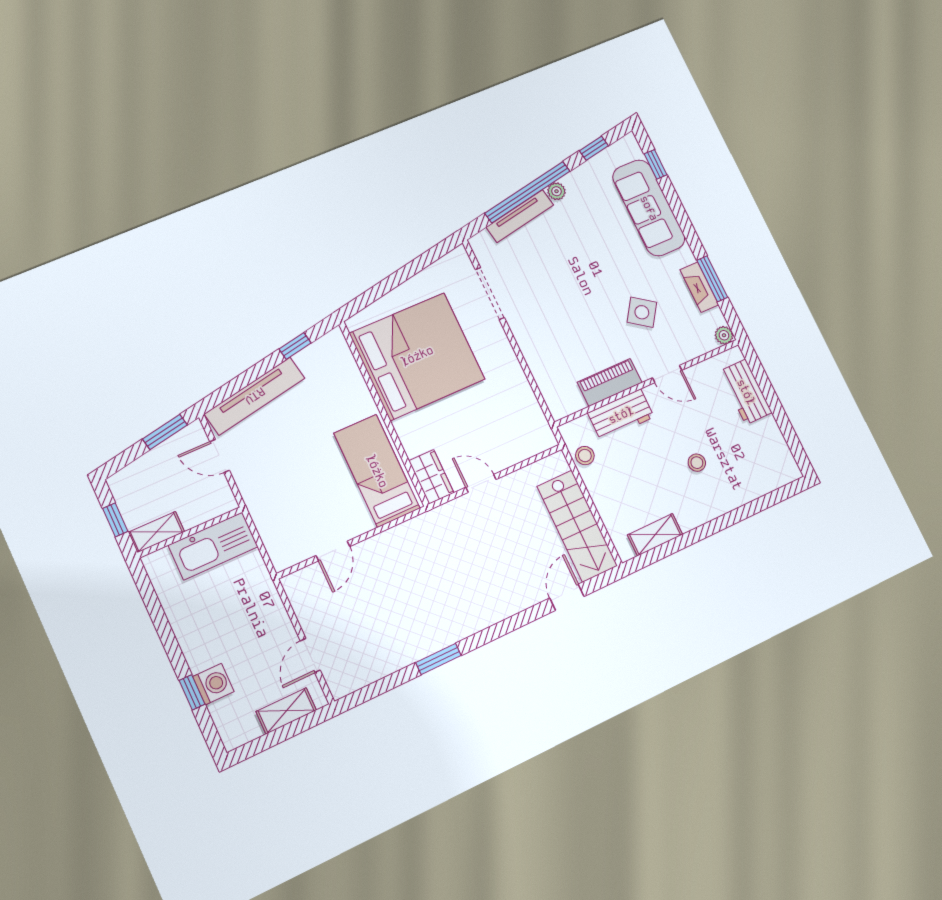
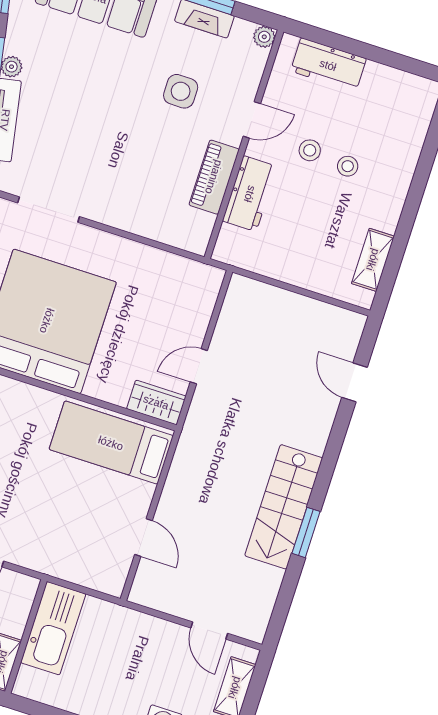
side table: (642, 312) -> (181, 91), turned -35
stool: (585, 456) -> (310, 150), moved
stairs: (577, 526) -> (284, 507), moved, turned 90

